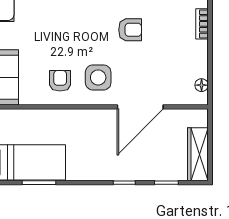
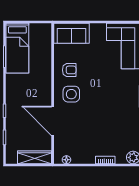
armchair: (130, 30) -> (102, 114), removed
wardrobe: (198, 154) -> (34, 157), moved

